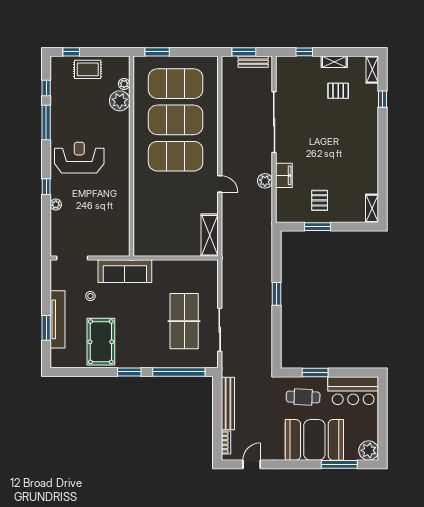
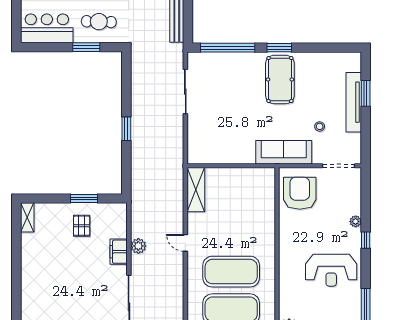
armchair: (110, 232) -> (300, 193), added
table tennis table: (184, 321) -> (222, 100), removed
pool table: (101, 342) -> (280, 79), moved

